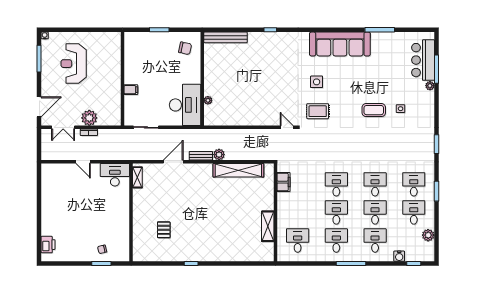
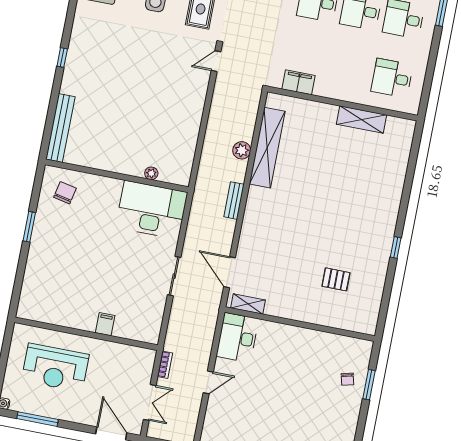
wall: (122, 79) -> (86, 334), moved
filing cabinet: (131, 90) -> (105, 324), moved
plant: (89, 118) -> (143, 360), removed
plant: (219, 155) -> (242, 150), moved
door: (173, 162) -> (230, 272), moved

